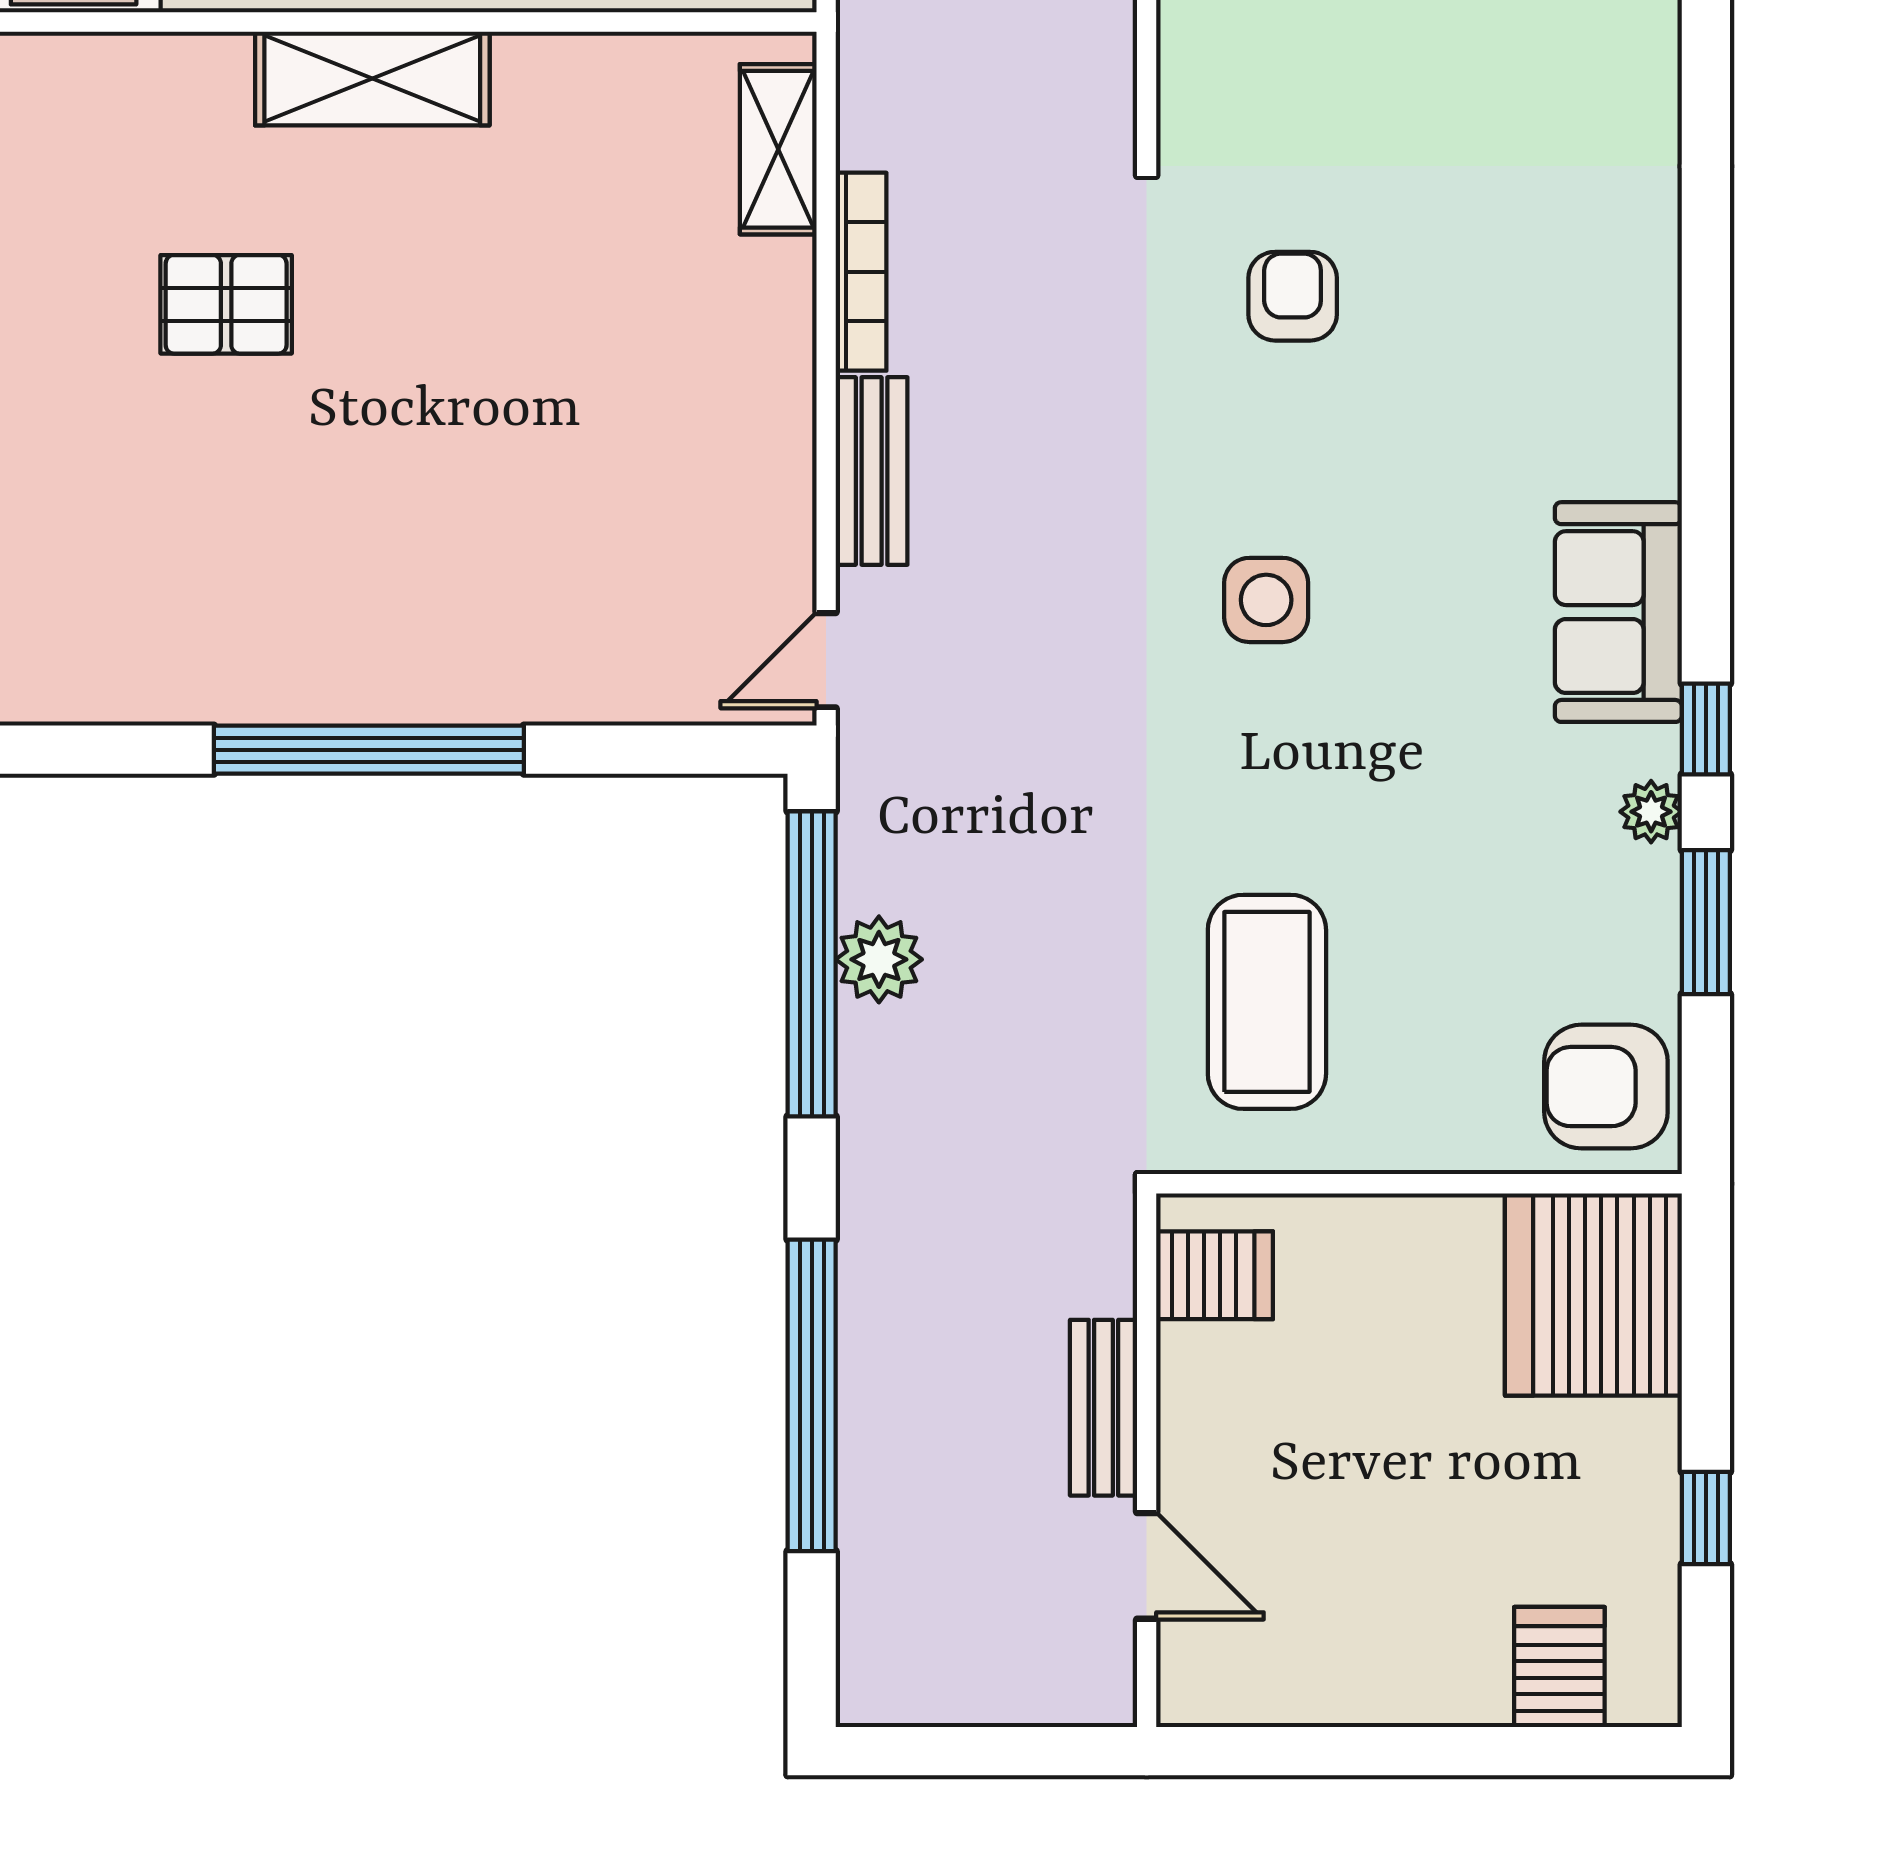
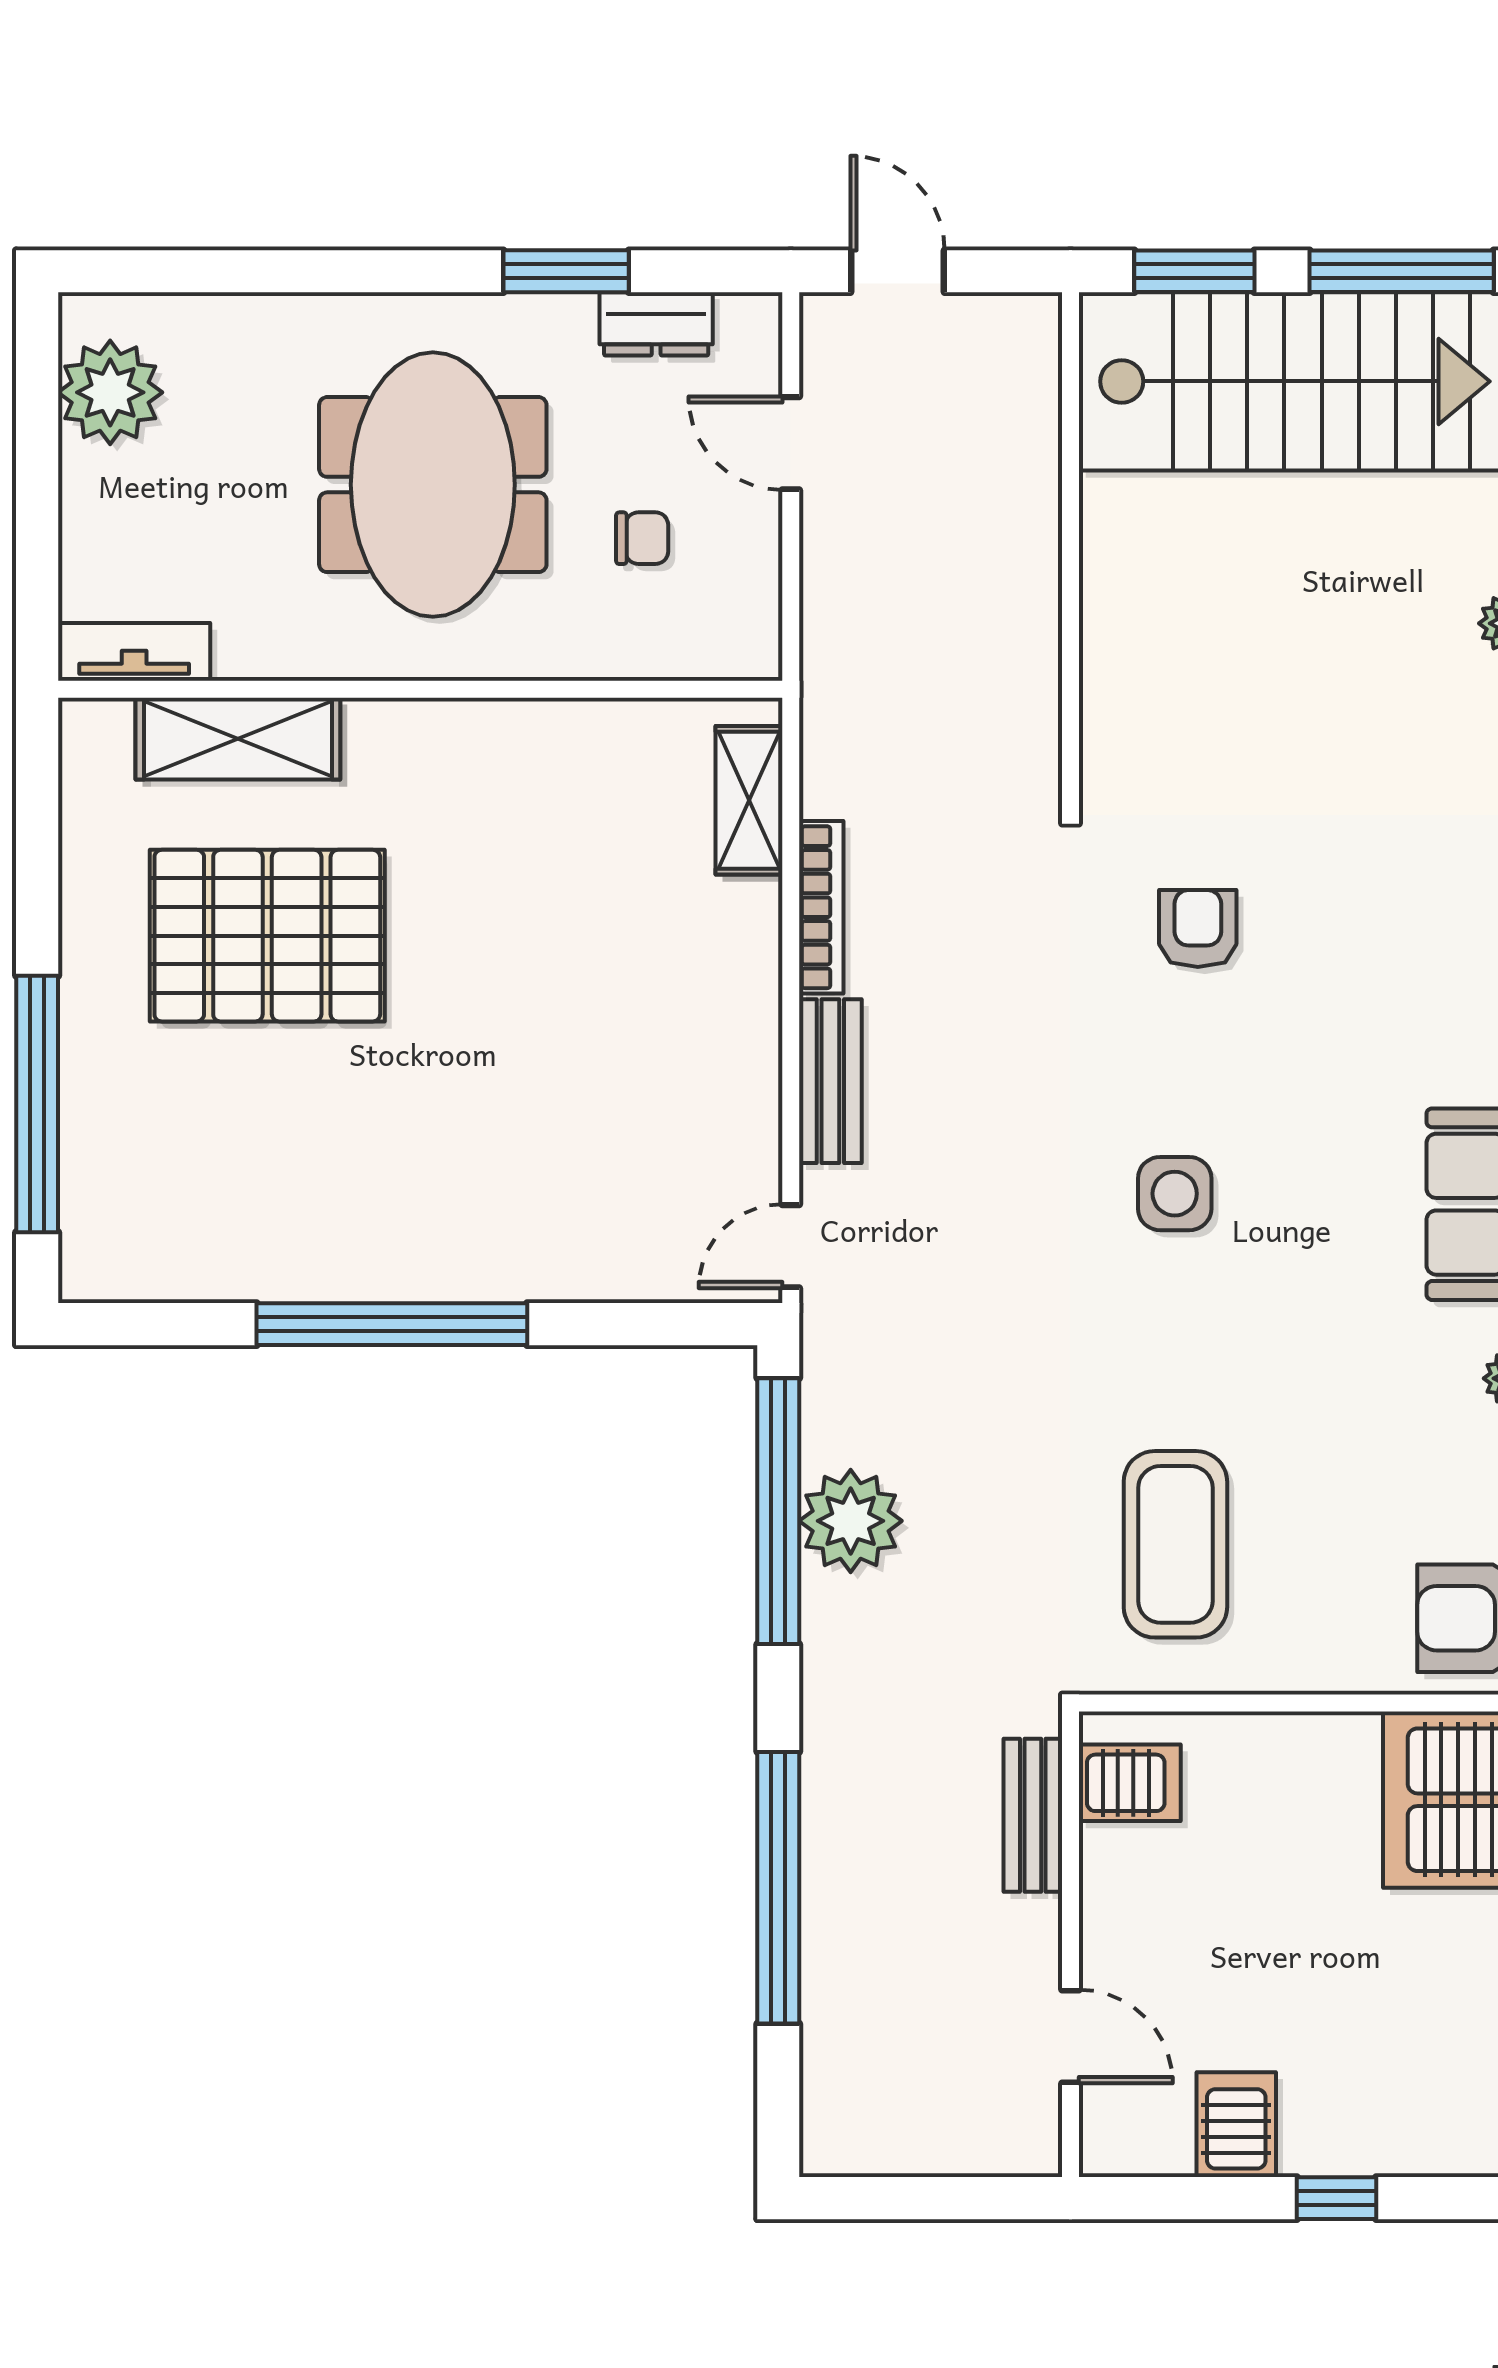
shelving: (372, 79) -> (238, 739), moved
pallet: (226, 304) -> (267, 936), width x2.05, depth x2.00
plant: (879, 959) -> (851, 1521), width x1.36, depth x1.36
bench: (1103, 1408) -> (1033, 1815), moved
server rack: (1559, 1667) -> (1236, 2125), moved
window: (1452, 1751) -> (1337, 2198), added

